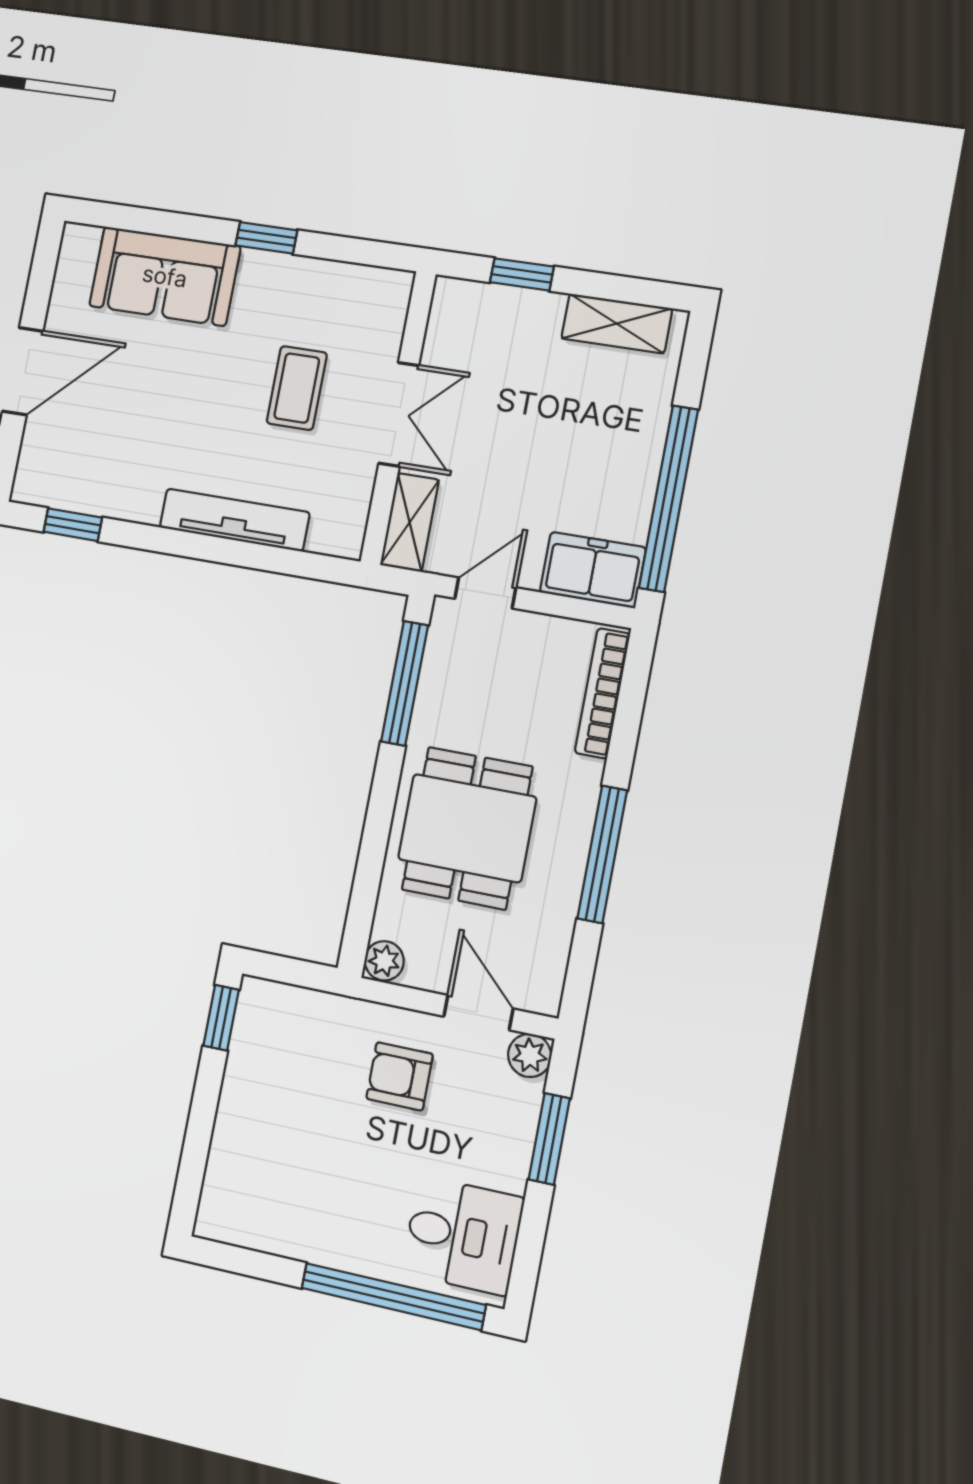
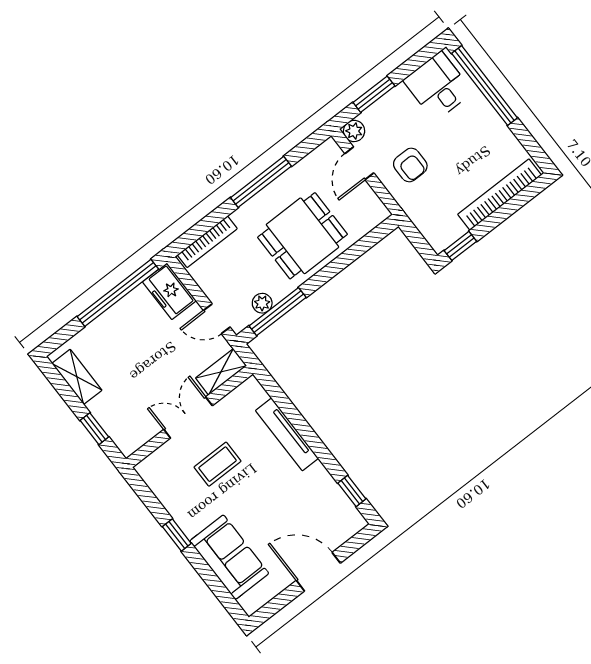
plant: (384, 961) -> (262, 303), moved
bookcase: (229, 1146) -> (500, 195), added

